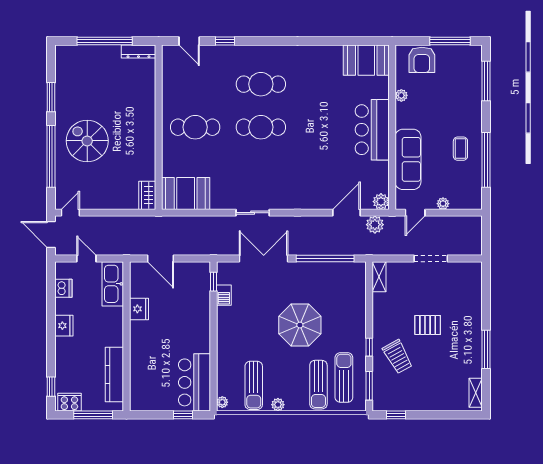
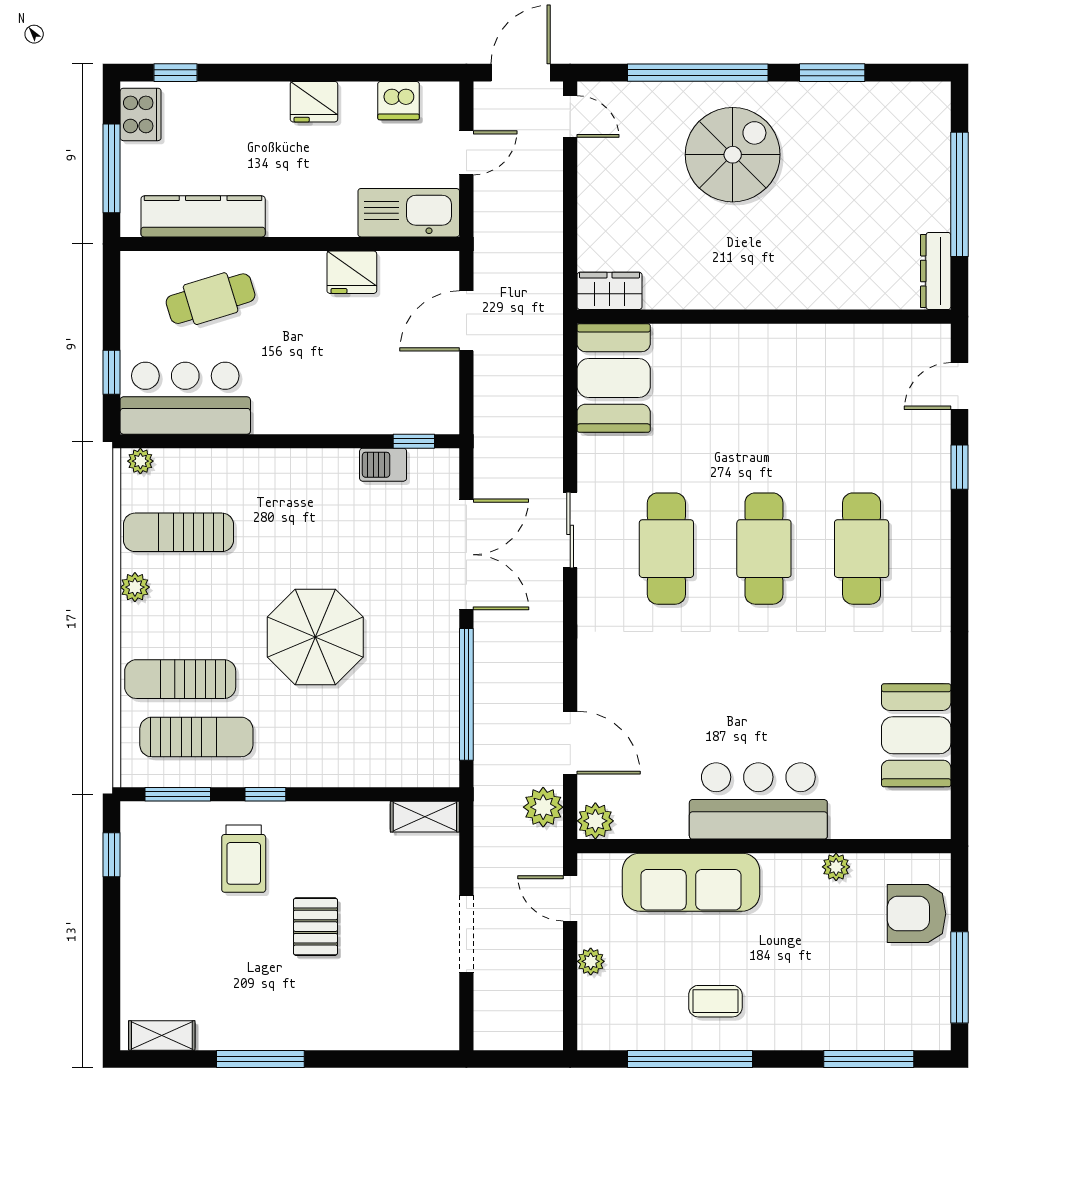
booth: (366, 60) -> (916, 735), moved
cafe table: (195, 127) -> (666, 549), moved
trolley: (398, 357) -> (244, 859), turned -61
cafe table: (151, 371) -> (211, 299), added

